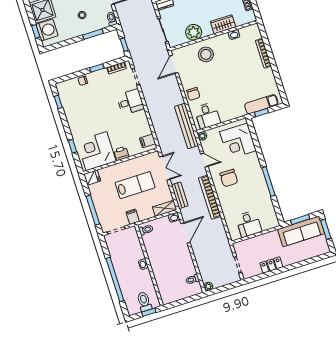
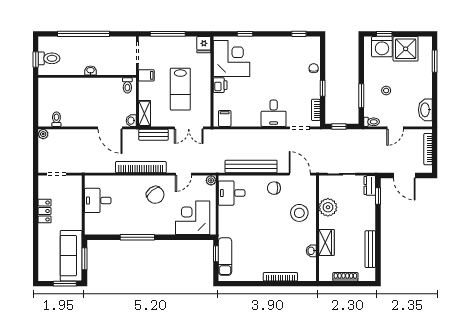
chair: (193, 94) -> (274, 188), moved
bench: (186, 126) -> (251, 166), moved
chair: (229, 178) -> (155, 195), turned -128

